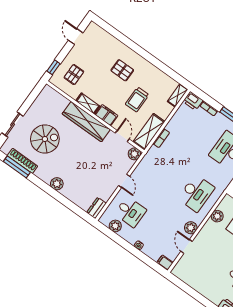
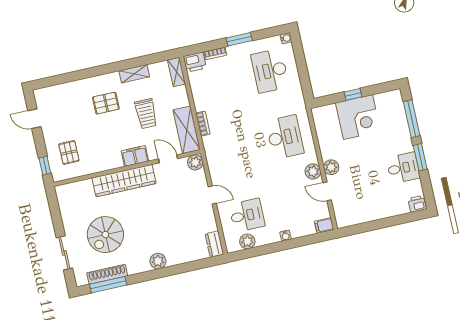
shelving: (88, 103) -> (134, 74), moved
spiral stairs: (45, 139) -> (105, 235), turned 180
plant: (217, 216) -> (331, 167), moved

